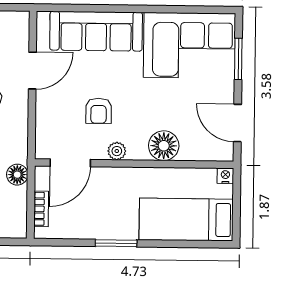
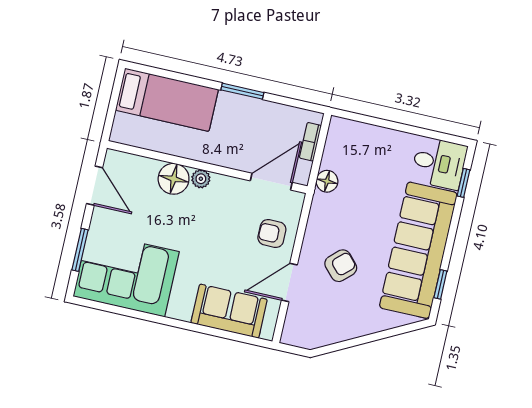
sofa: (96, 31) -> (229, 311), width x0.73
armchair: (99, 111) -> (272, 233), moved, turned -90
plant: (117, 151) -> (201, 179), moved
nightstand: (225, 176) -> (118, 135), removed

